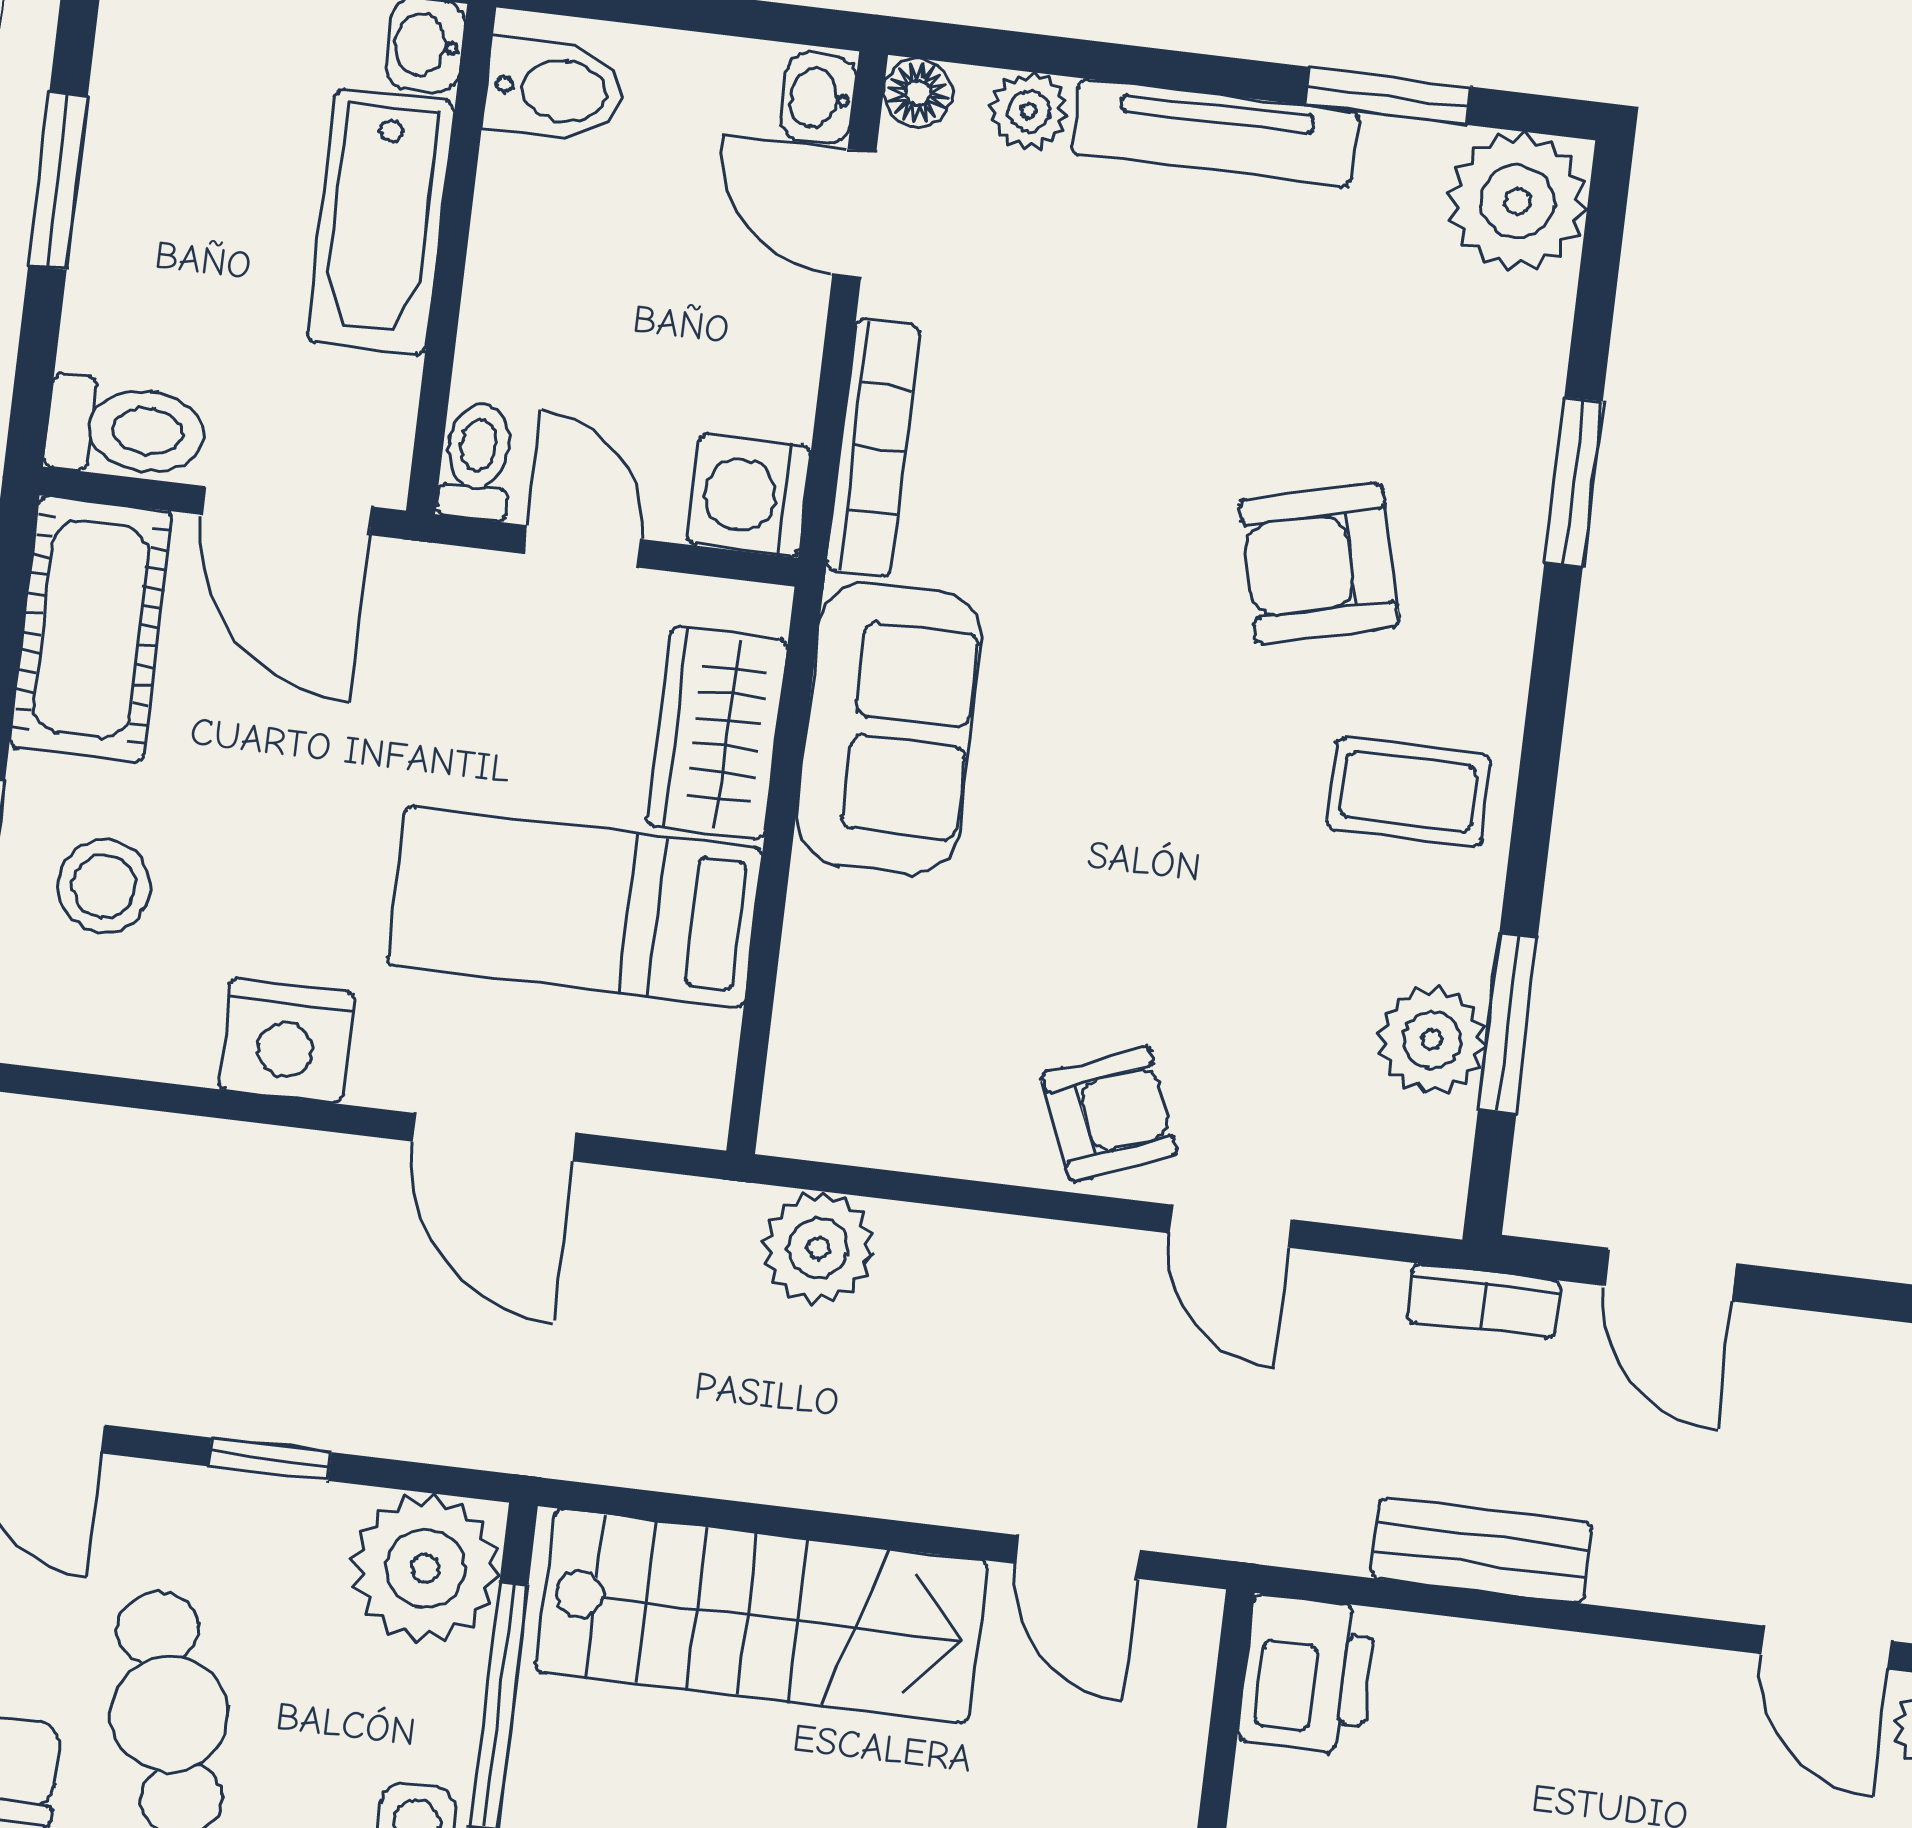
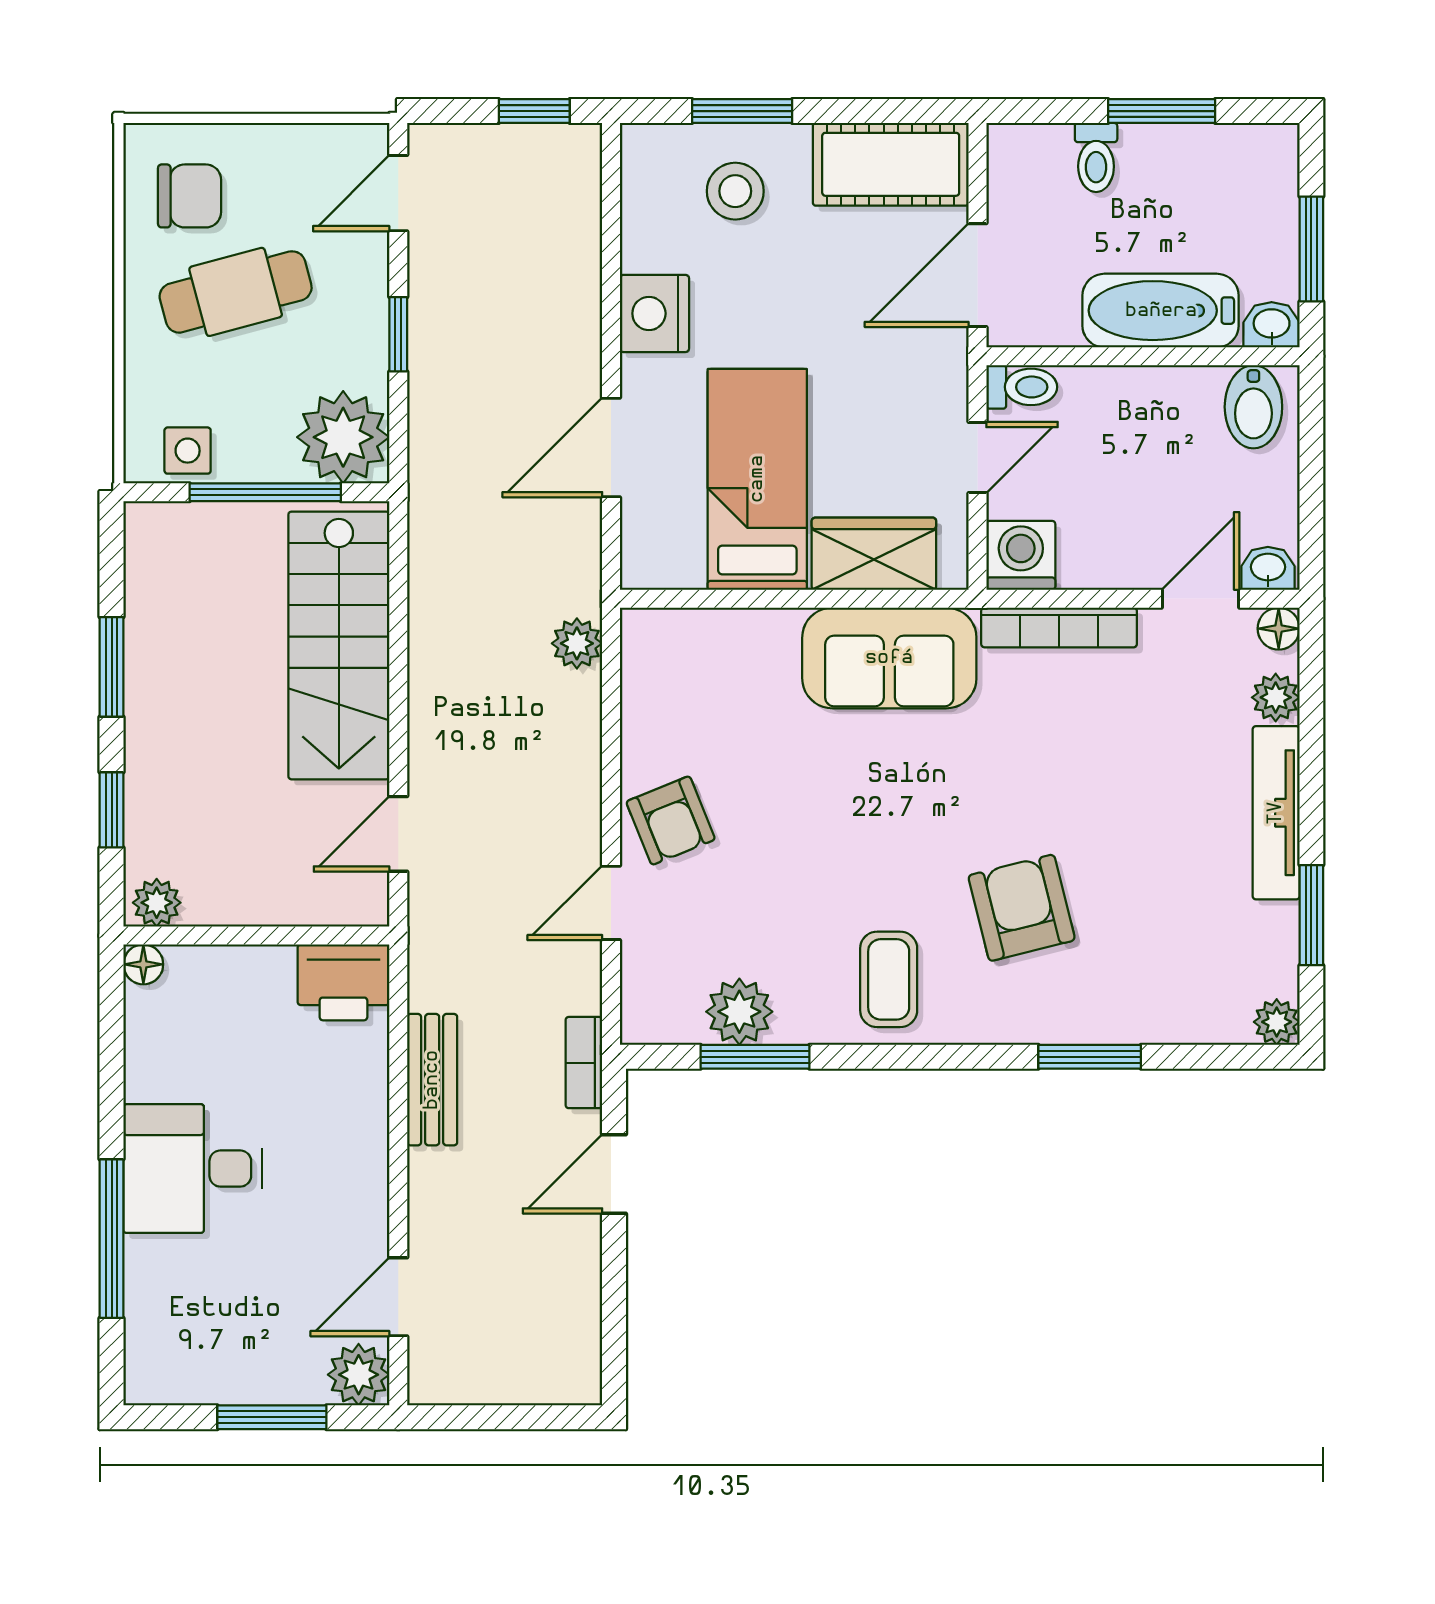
plant: (1517, 201) -> (1277, 1022), width x0.53, depth x0.53
toilet: (126, 429) -> (1096, 157), moved, width x0.73, depth x0.72
plant: (818, 1248) -> (577, 643), width x0.73, depth x0.73

